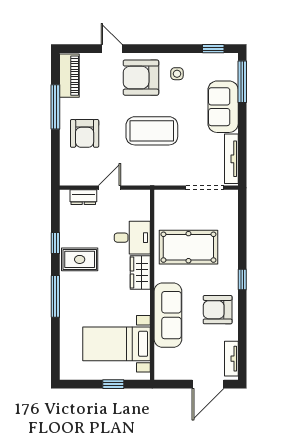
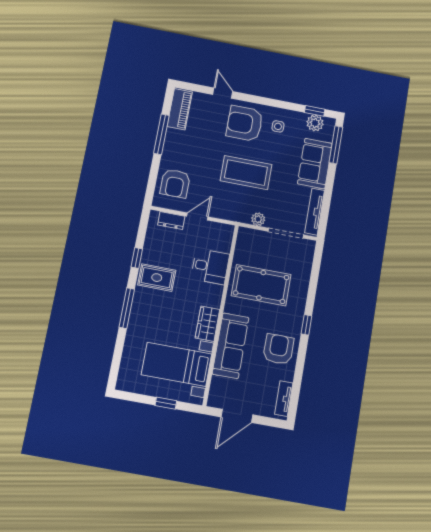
plant: (216, 62) -> (315, 123), added
armchair: (85, 133) -> (175, 183), moved
plant: (173, 178) -> (258, 219), added
wardrobe: (140, 273) -> (207, 324), moved
armchair: (218, 310) -> (278, 349), turned 90
door: (208, 384) -> (237, 416), moved

